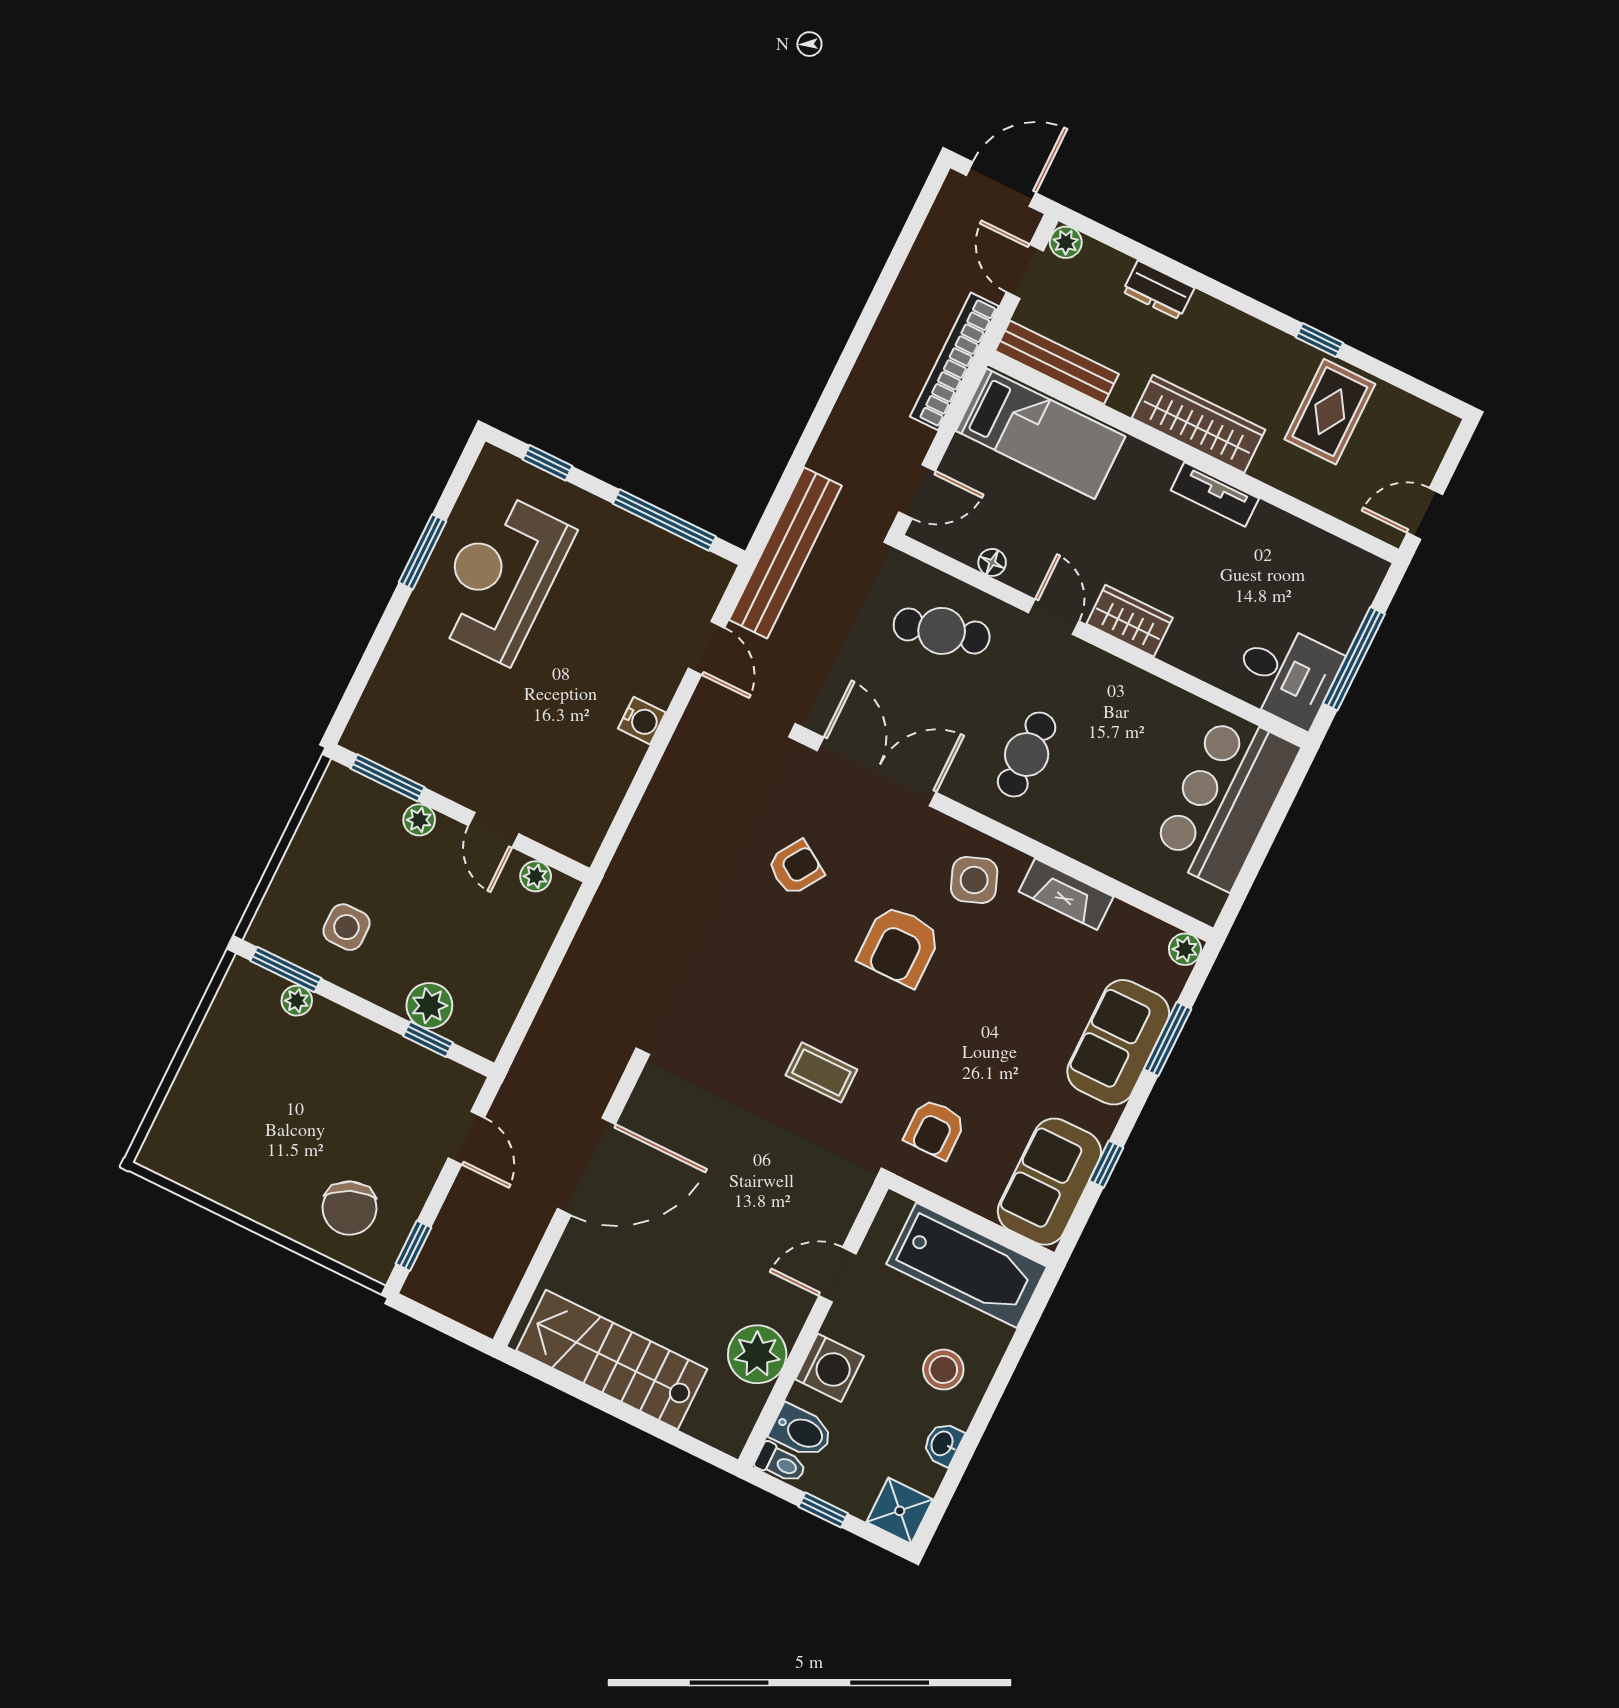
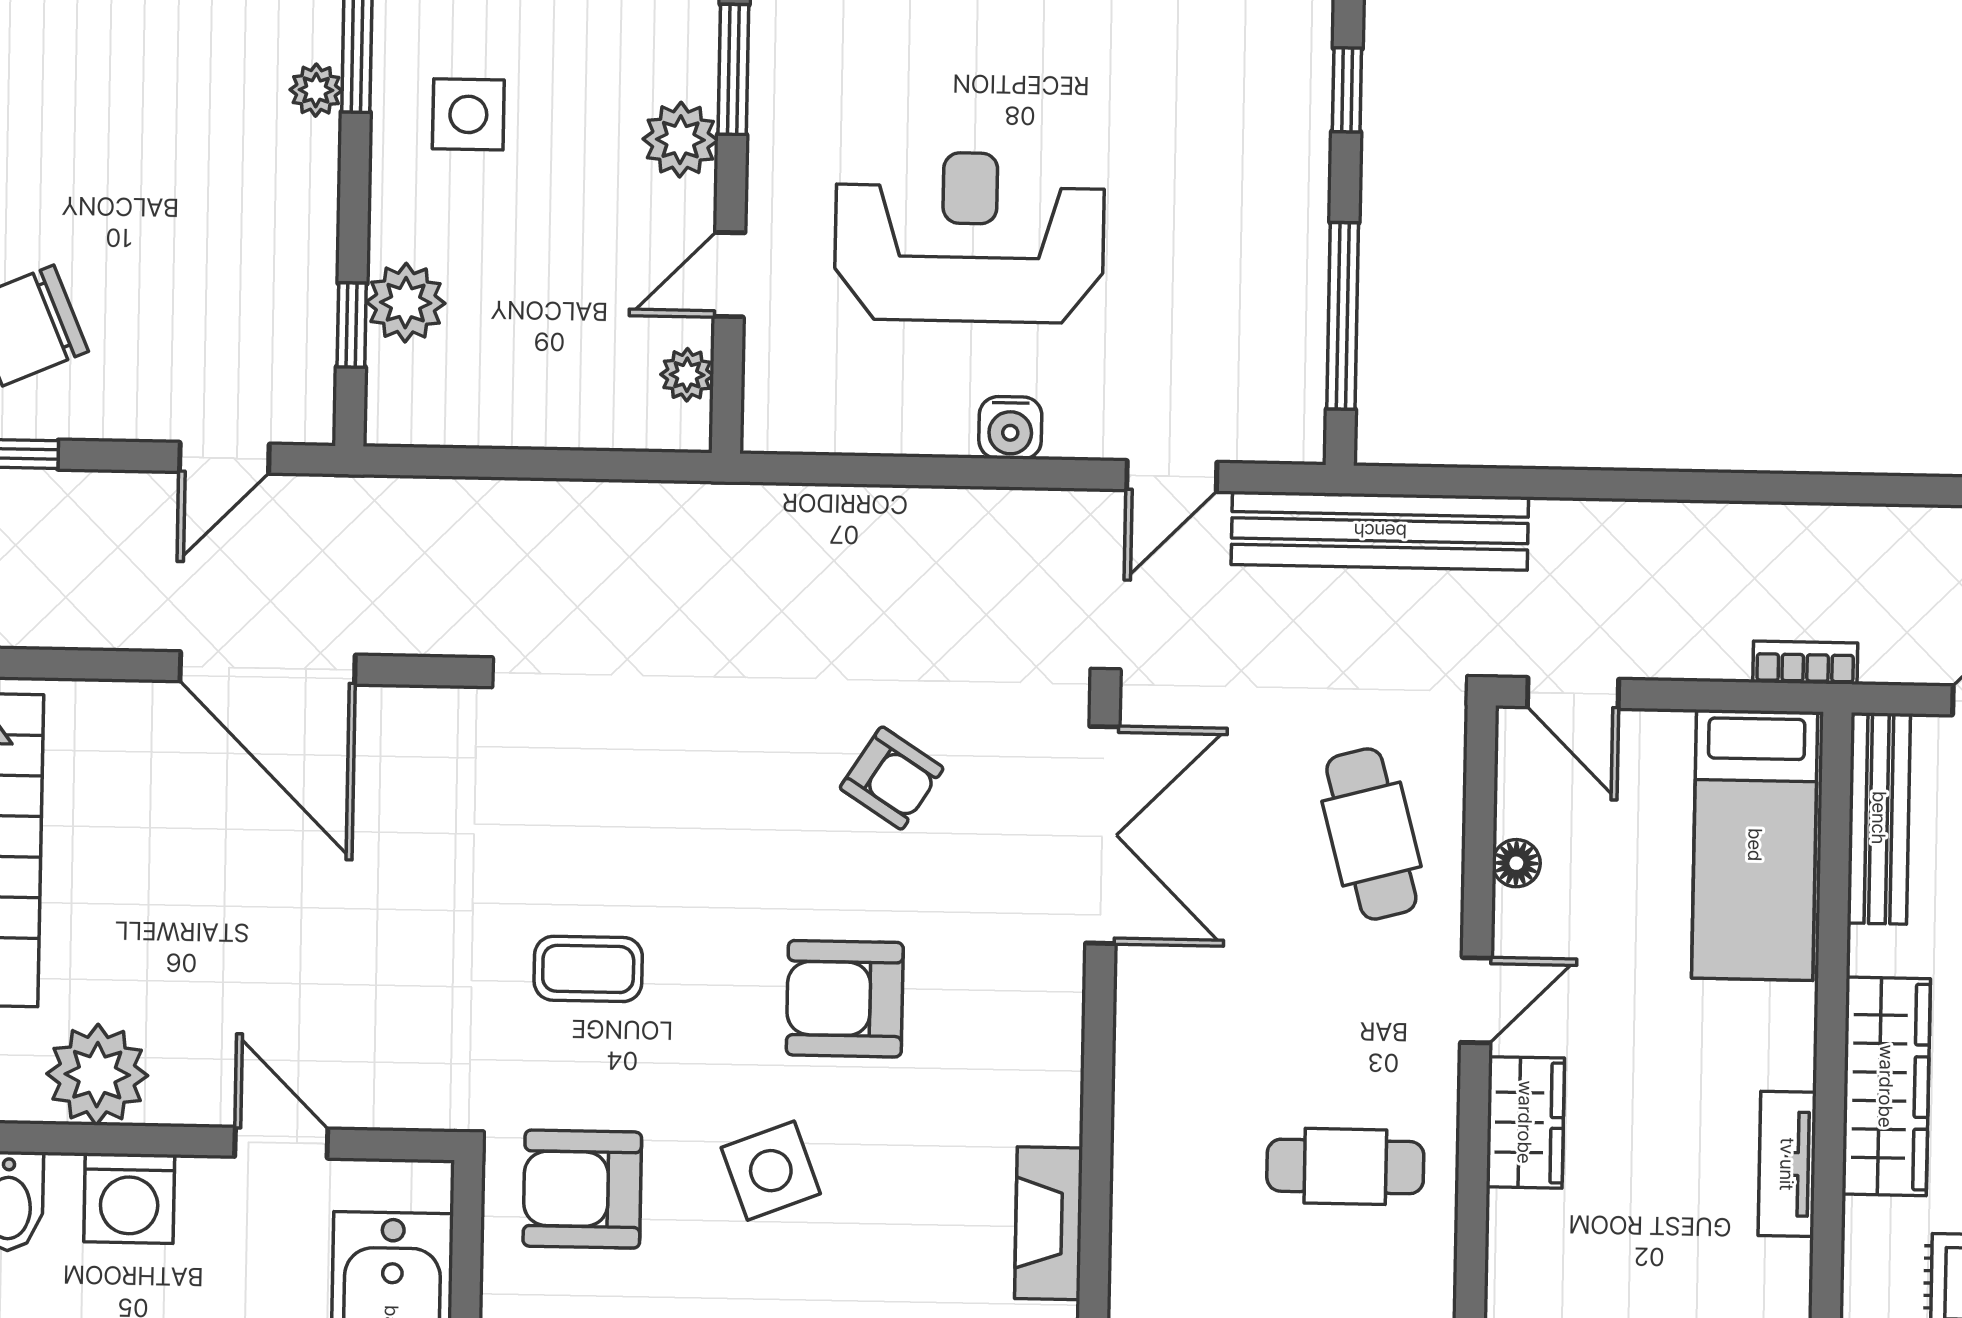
bookcase: (954, 361) -> (1805, 663), width x0.43, depth x0.76
reception desk: (501, 578) -> (969, 237), moved
cafe table: (1027, 755) -> (1345, 1166), moved
plant: (419, 820) -> (680, 140), width x1.38, depth x1.38
side table: (974, 880) -> (771, 1171), moved
coffee table: (821, 1072) -> (588, 969), turned 90
armchair: (935, 1129) -> (582, 1189), width x1.38, depth x1.38

